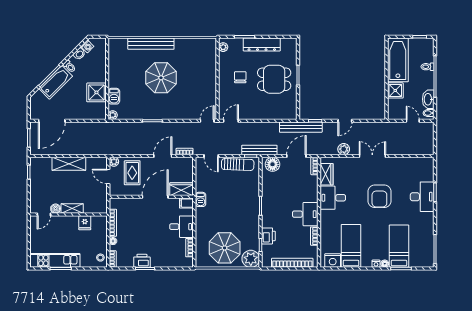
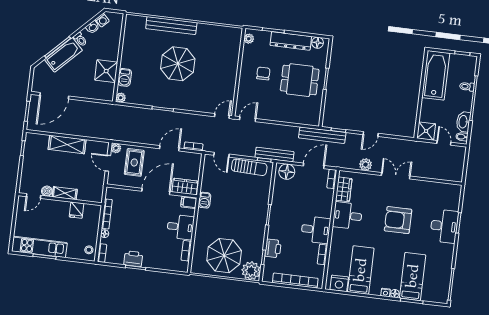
floor lamp: (286, 43) -> (318, 43), added
shower: (395, 90) -> (426, 131), moved
armchair: (379, 196) -> (398, 220), turned 90

